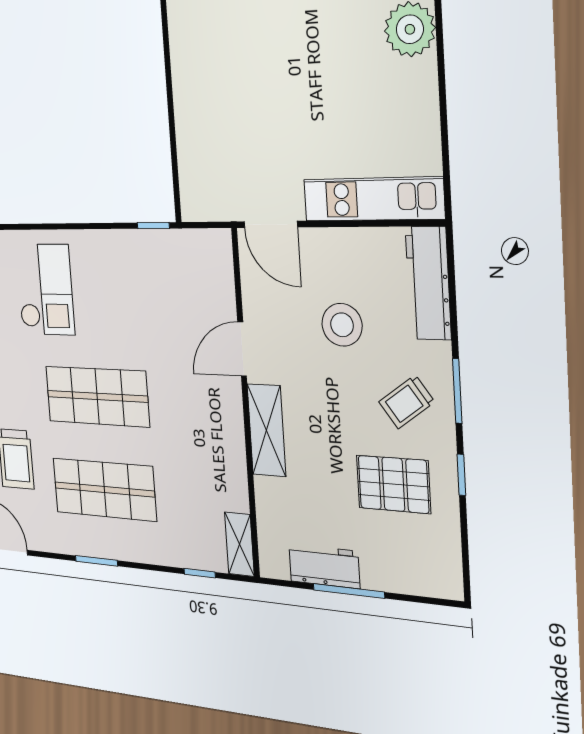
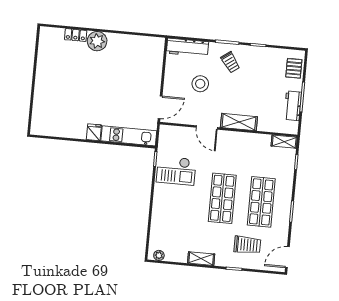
fridge: (188, 60) -> (94, 132), added
kitchen unit: (373, 199) -> (129, 136), moved, turned 90
checkout: (45, 289) -> (176, 171), moved, turned 180
pallet: (393, 484) -> (294, 68), moved, width x0.67, depth x0.71

